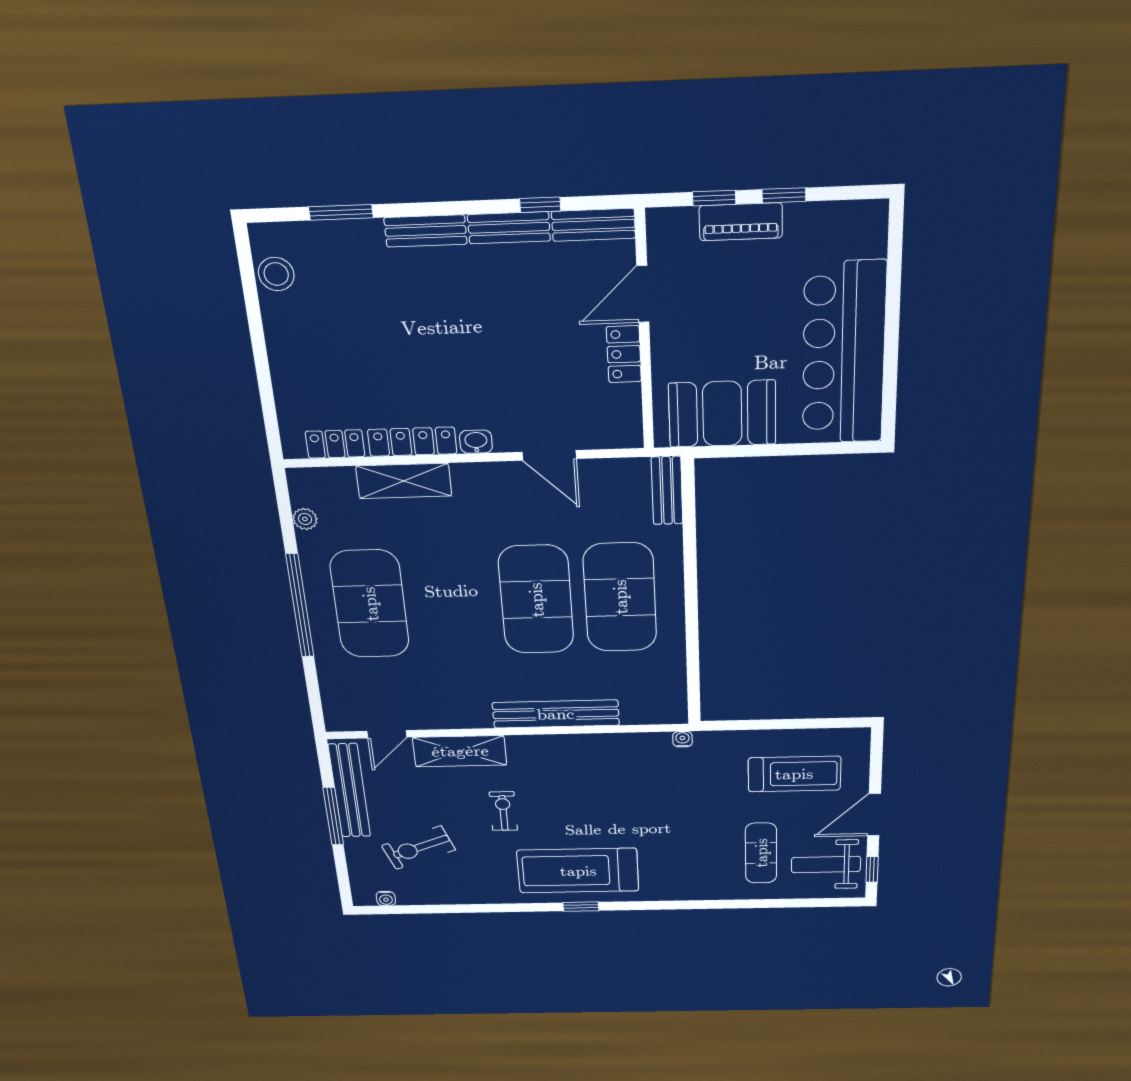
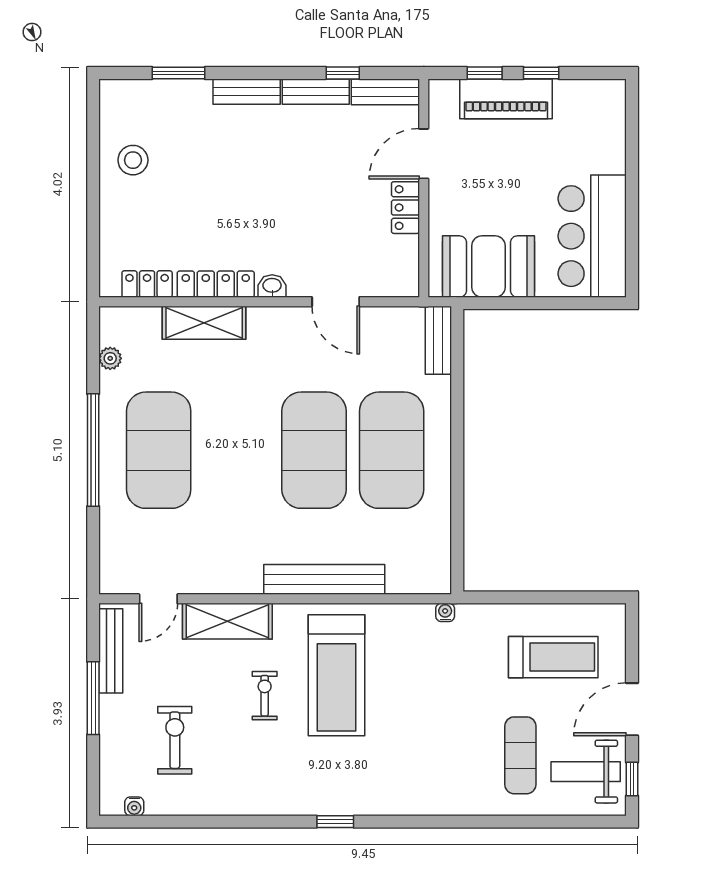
piano: (741, 222) -> (506, 99), width x1.37, depth x1.33
stool: (276, 274) -> (133, 160), moved
bar counter: (844, 354) -> (592, 236), width x0.73
bench: (349, 791) -> (111, 651), width x0.73, depth x0.82
exercise bike: (418, 848) -> (175, 740), turned 111
treadmill: (578, 871) -> (336, 675), moved, turned -90

